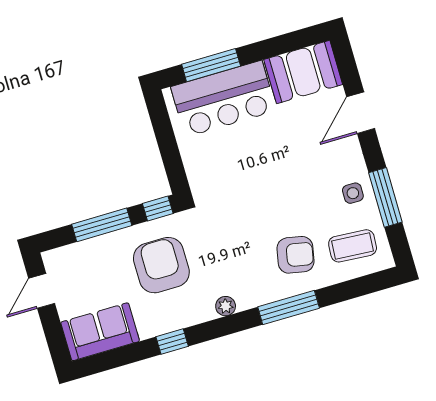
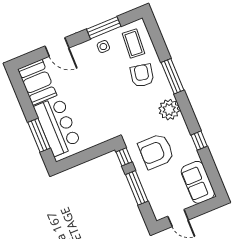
plant: (226, 306) -> (169, 110), width x1.88, depth x1.88

